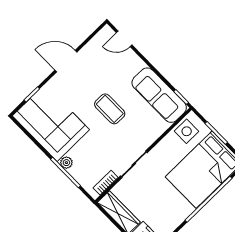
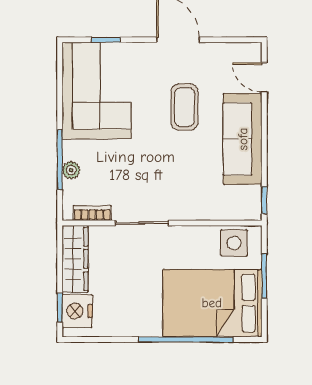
sofa: (159, 95) -> (243, 139), moved
coffee table: (110, 109) -> (185, 107), moved
plant: (66, 163) -> (71, 170), moved

